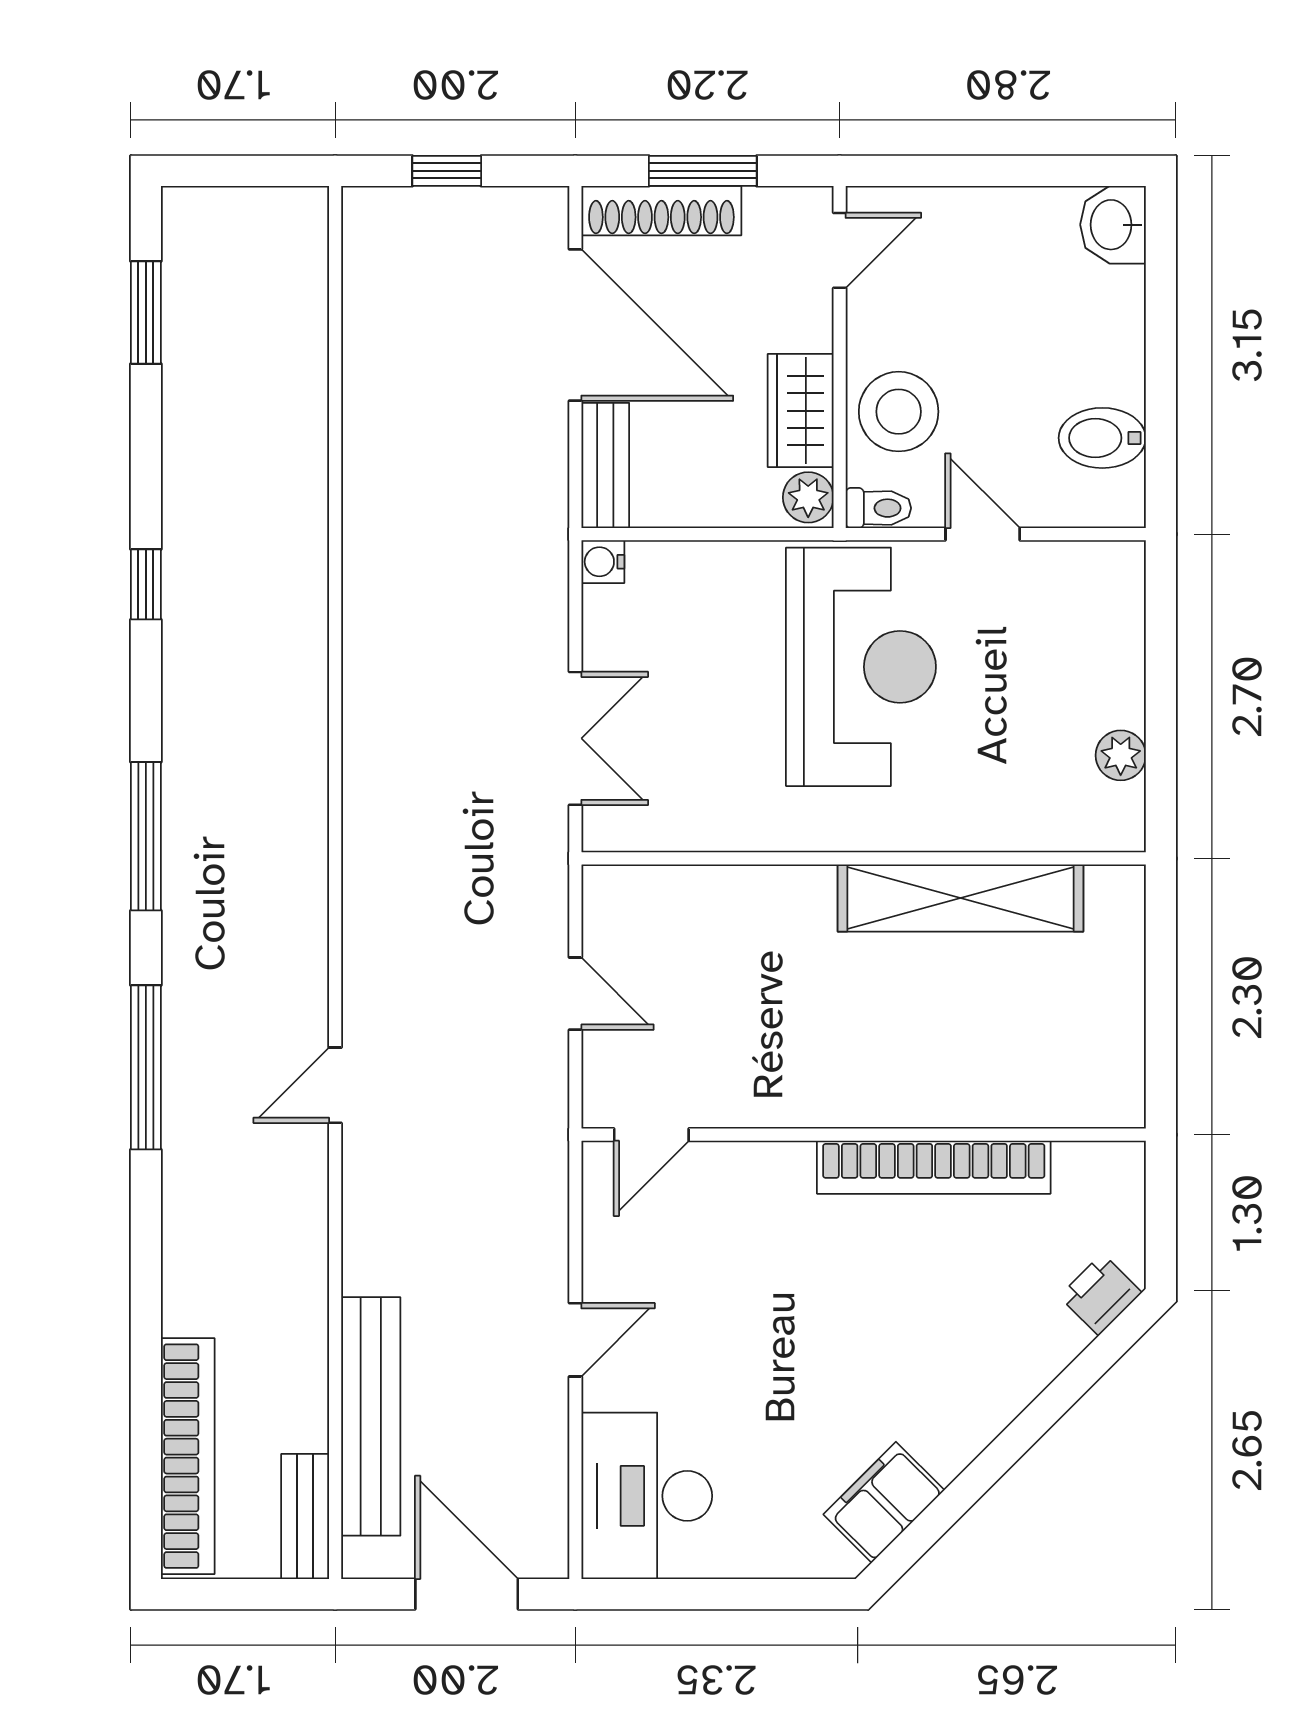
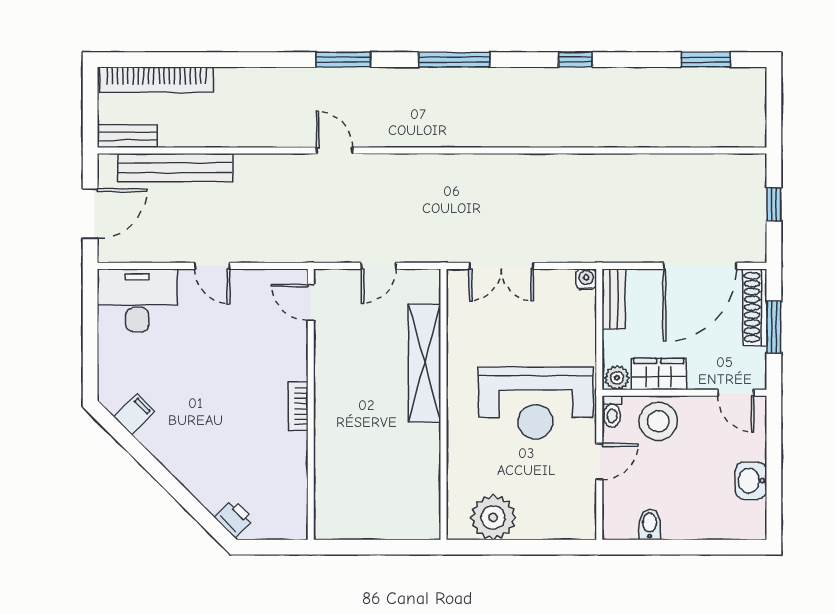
washbasin: (1113, 225) -> (751, 481), moved, turned -90
bidet: (1102, 438) -> (650, 525), width x0.72, depth x0.74
bench: (605, 466) -> (614, 299), moved, turned 90
plant: (1121, 755) -> (493, 517), width x1.87, depth x1.87
shelving: (960, 898) -> (425, 363), moved
window: (146, 1067) -> (343, 60), width x0.69
bookcase: (934, 1167) -> (298, 406), width x0.43, depth x0.76
filing cabinet: (884, 1502) -> (134, 414), width x0.50

